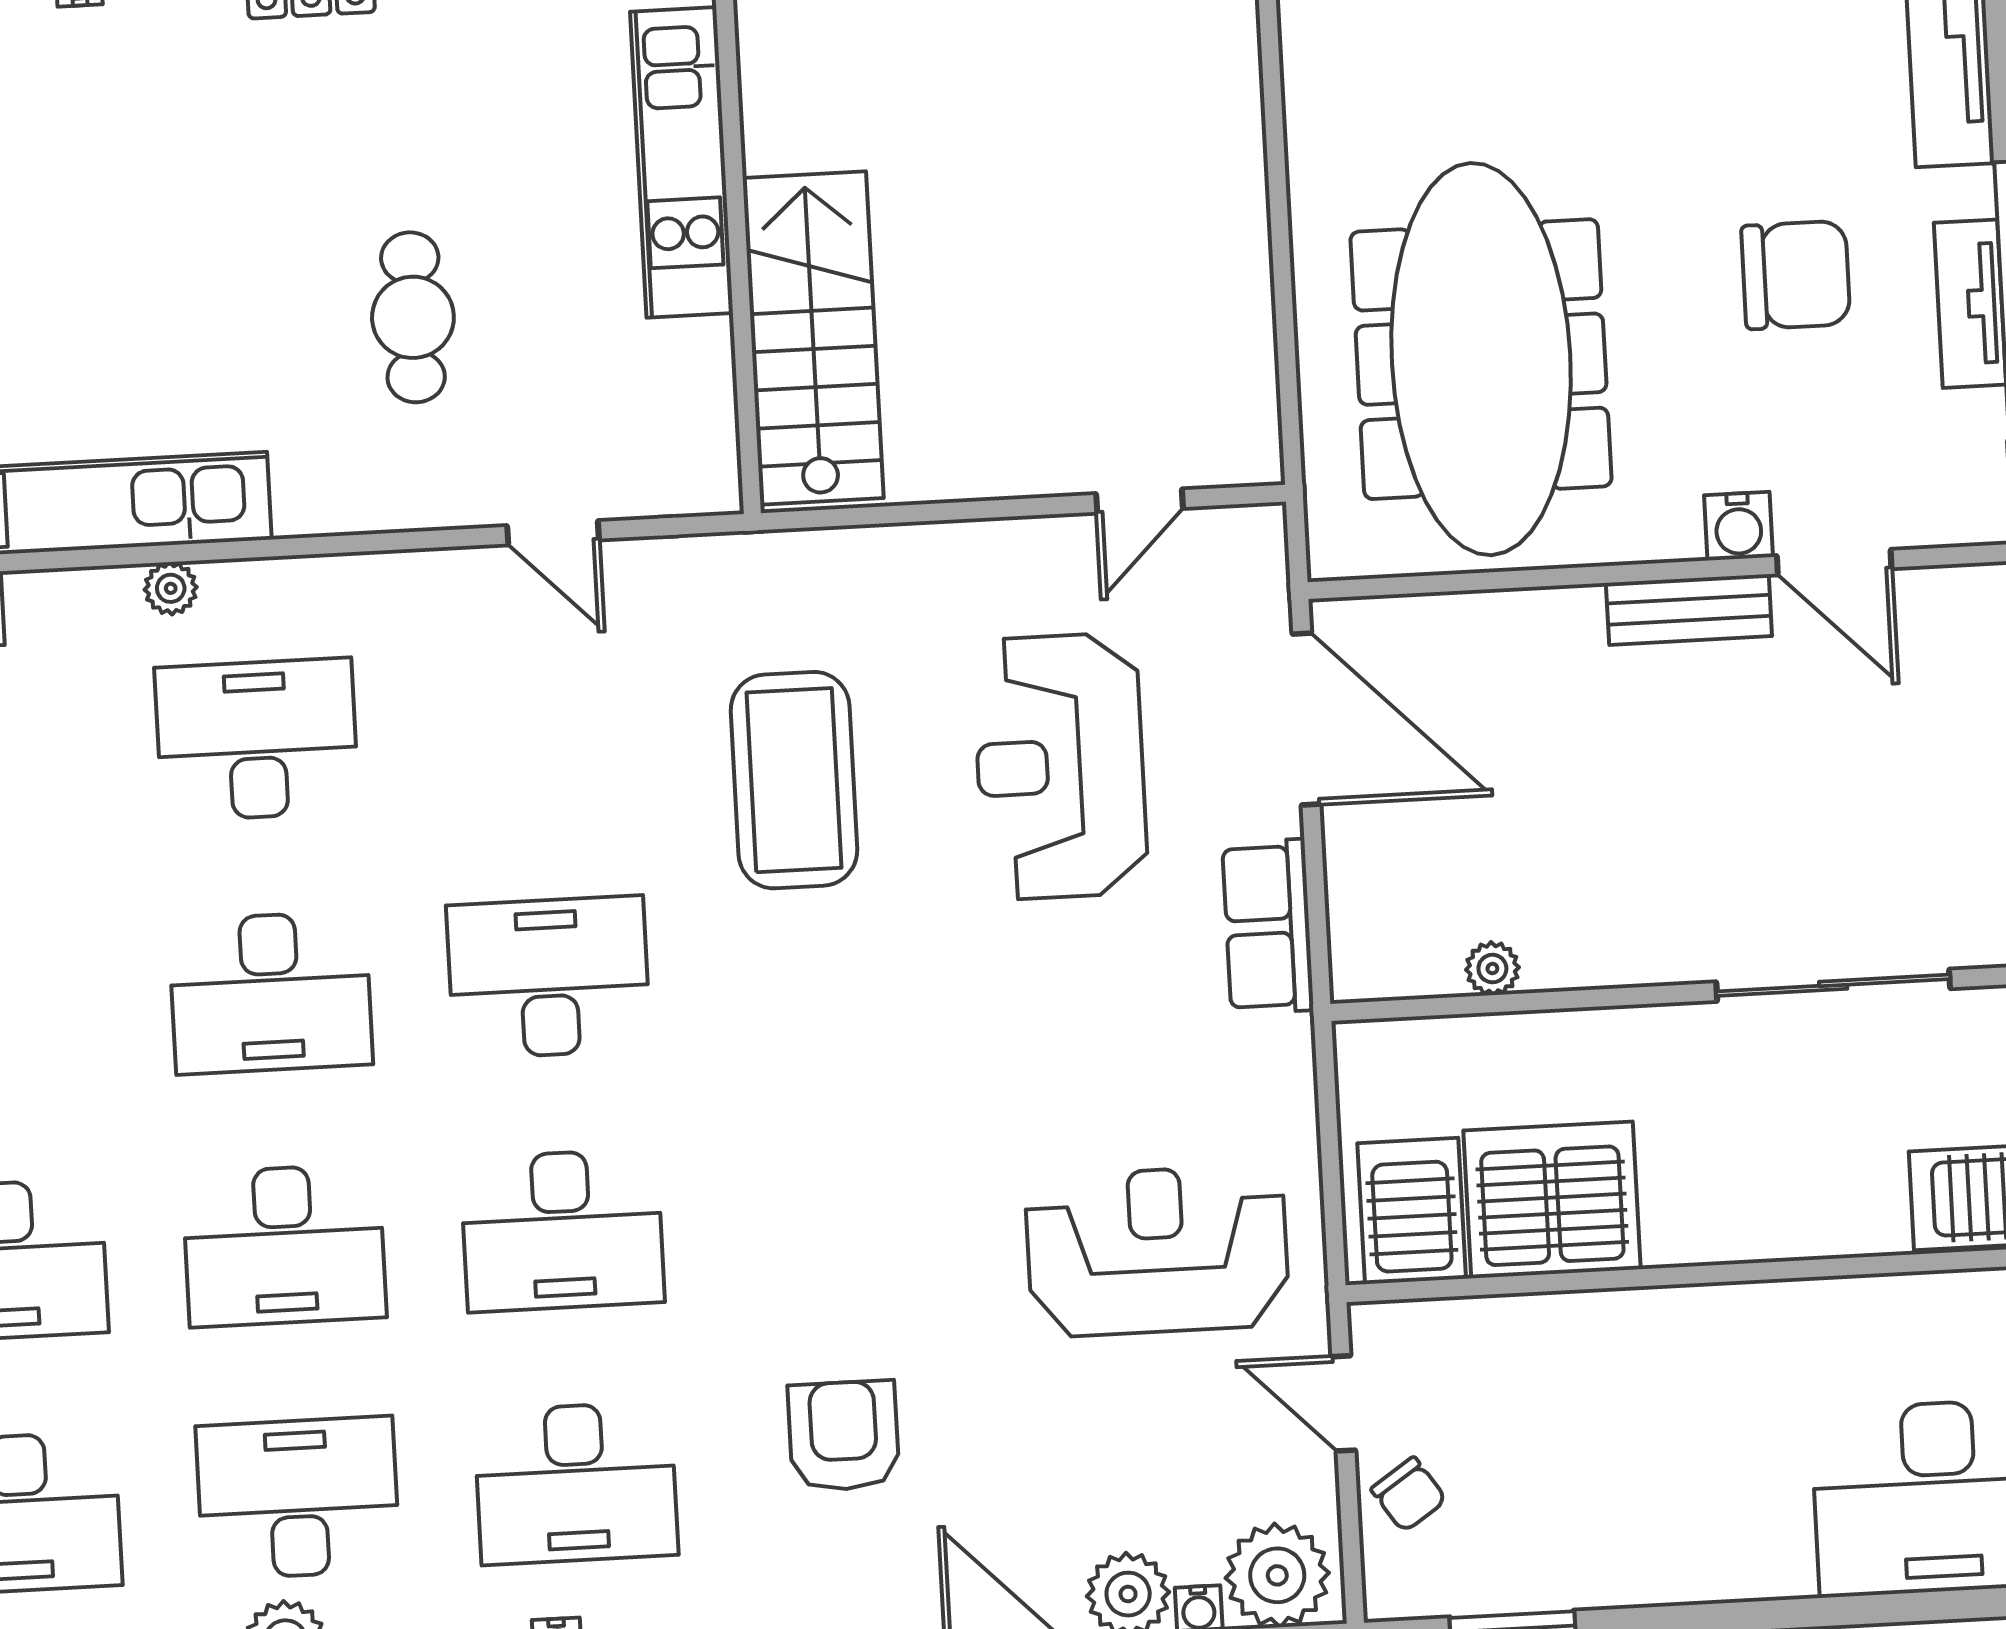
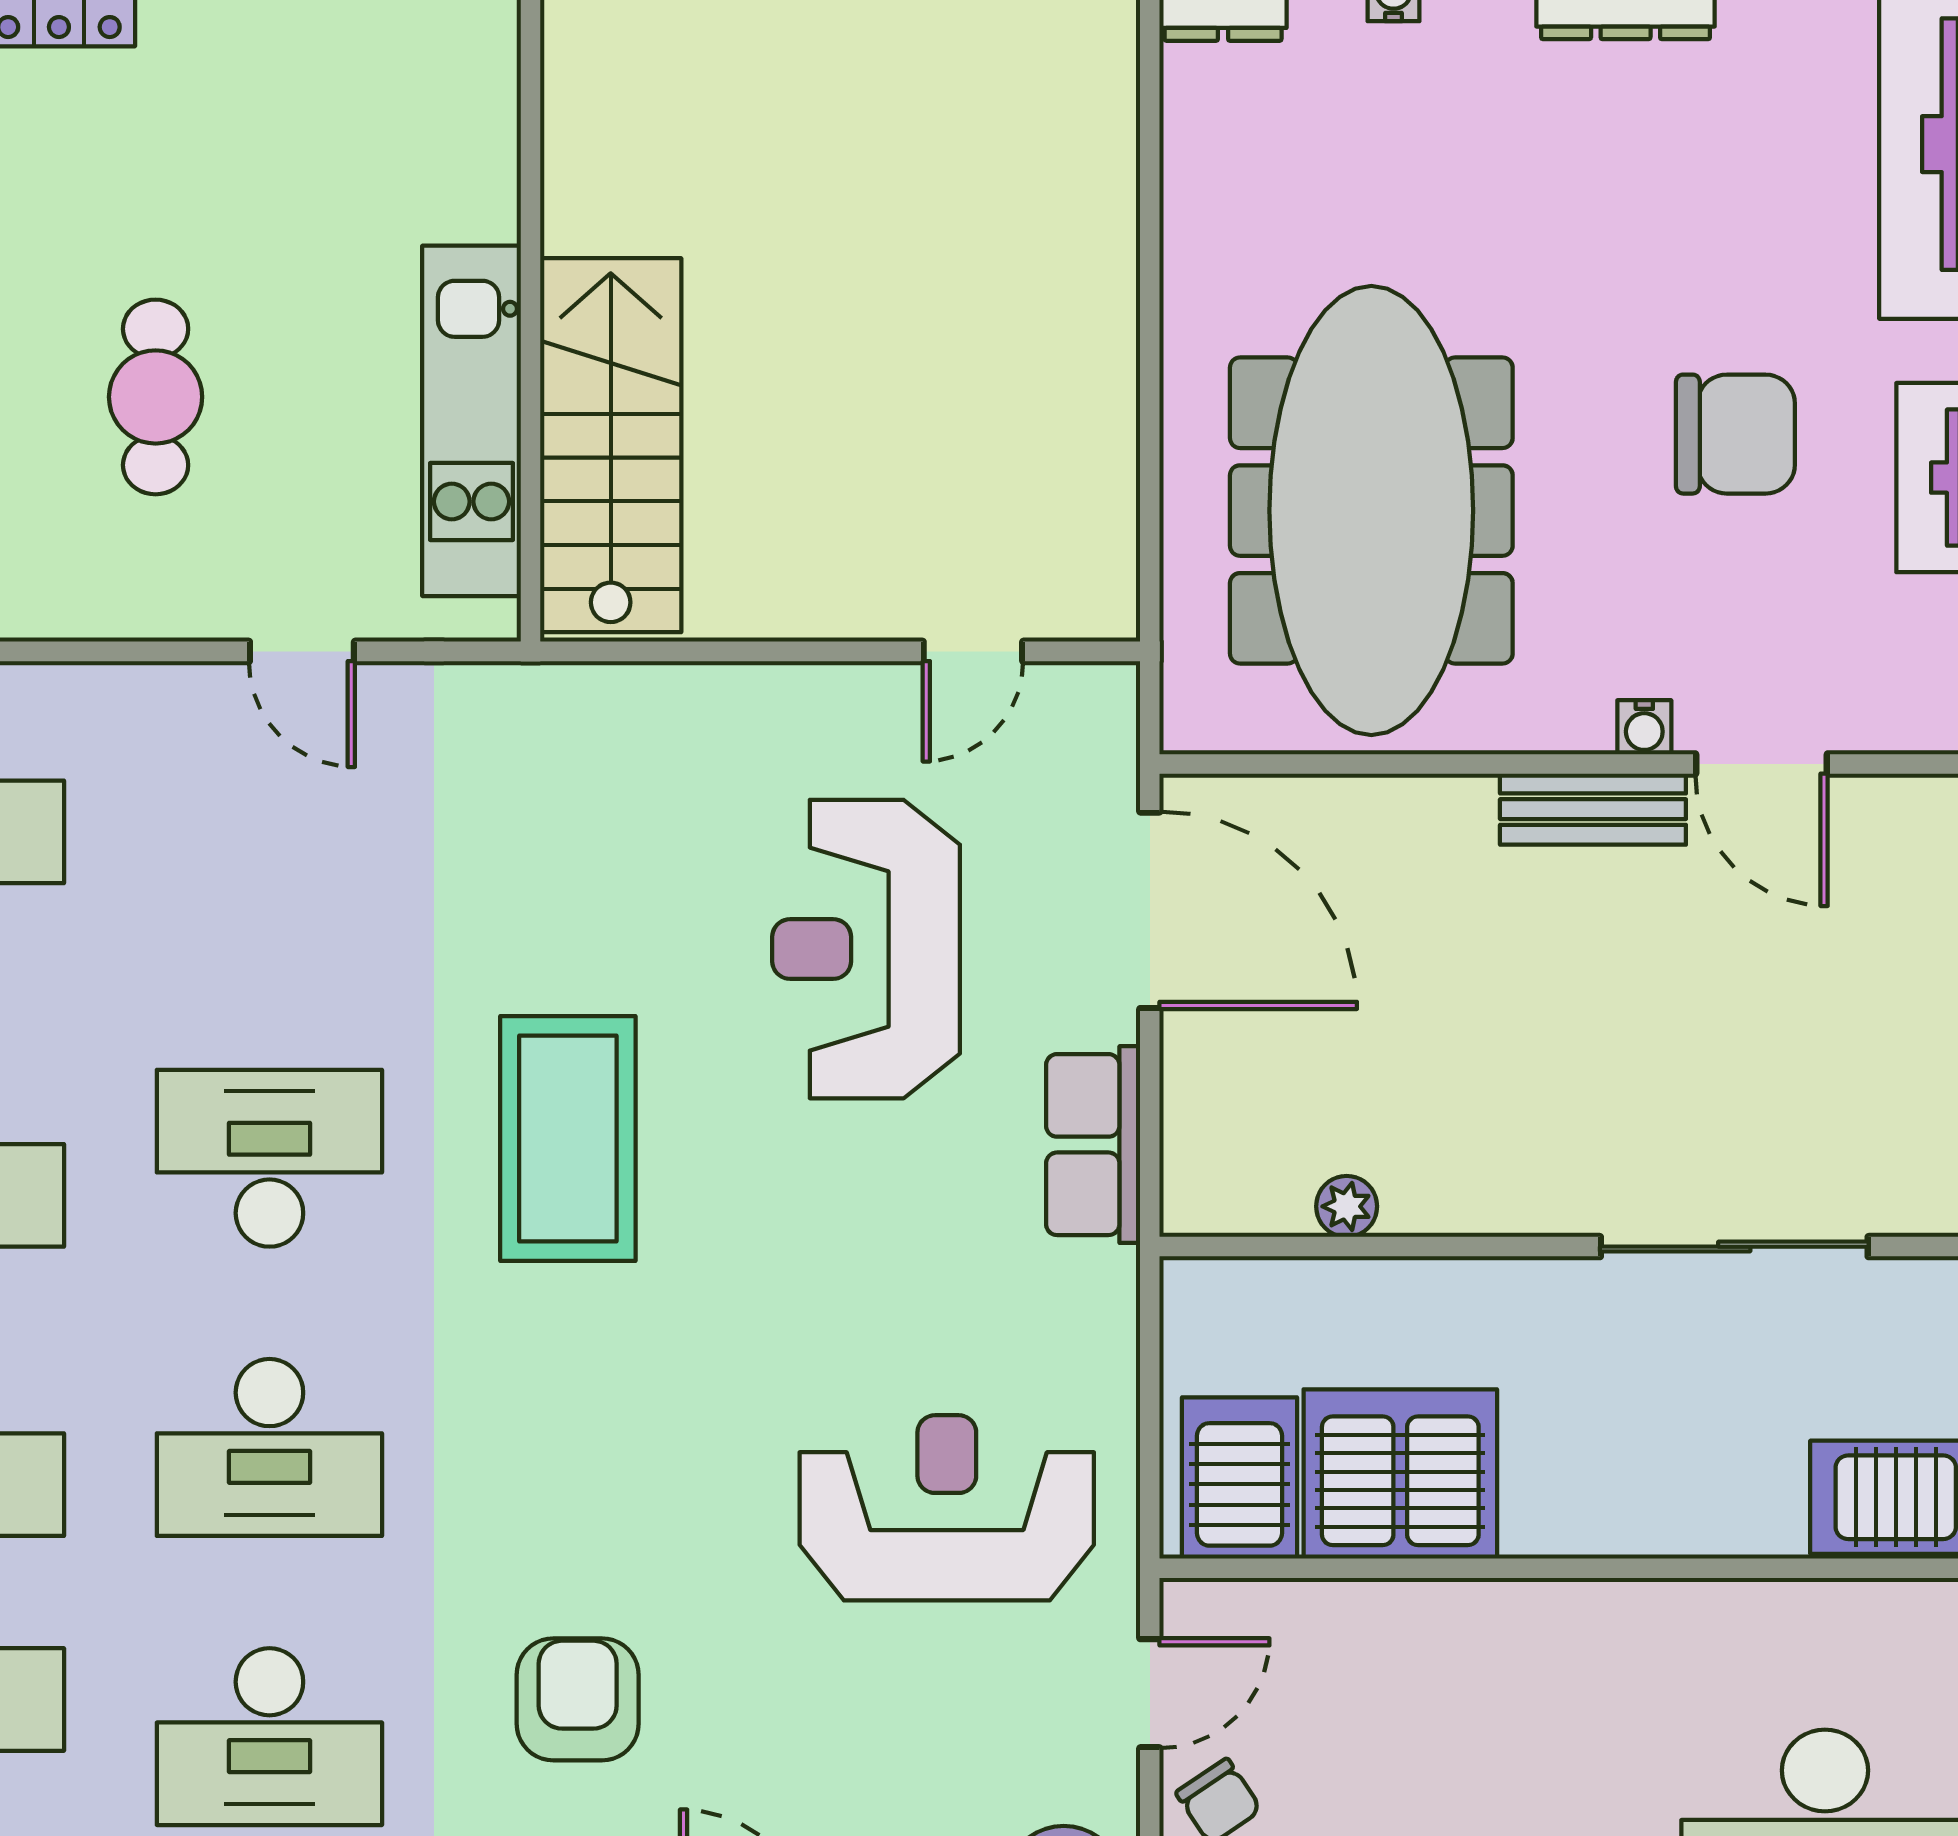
kitchen unit: (682, 162) -> (471, 421), moved
water cooler: (1738, 526) -> (1644, 727), width x0.72, depth x0.72
coffee table: (794, 780) -> (568, 1139), moved
door: (1343, 1403) -> (1150, 1693), swing flipped

